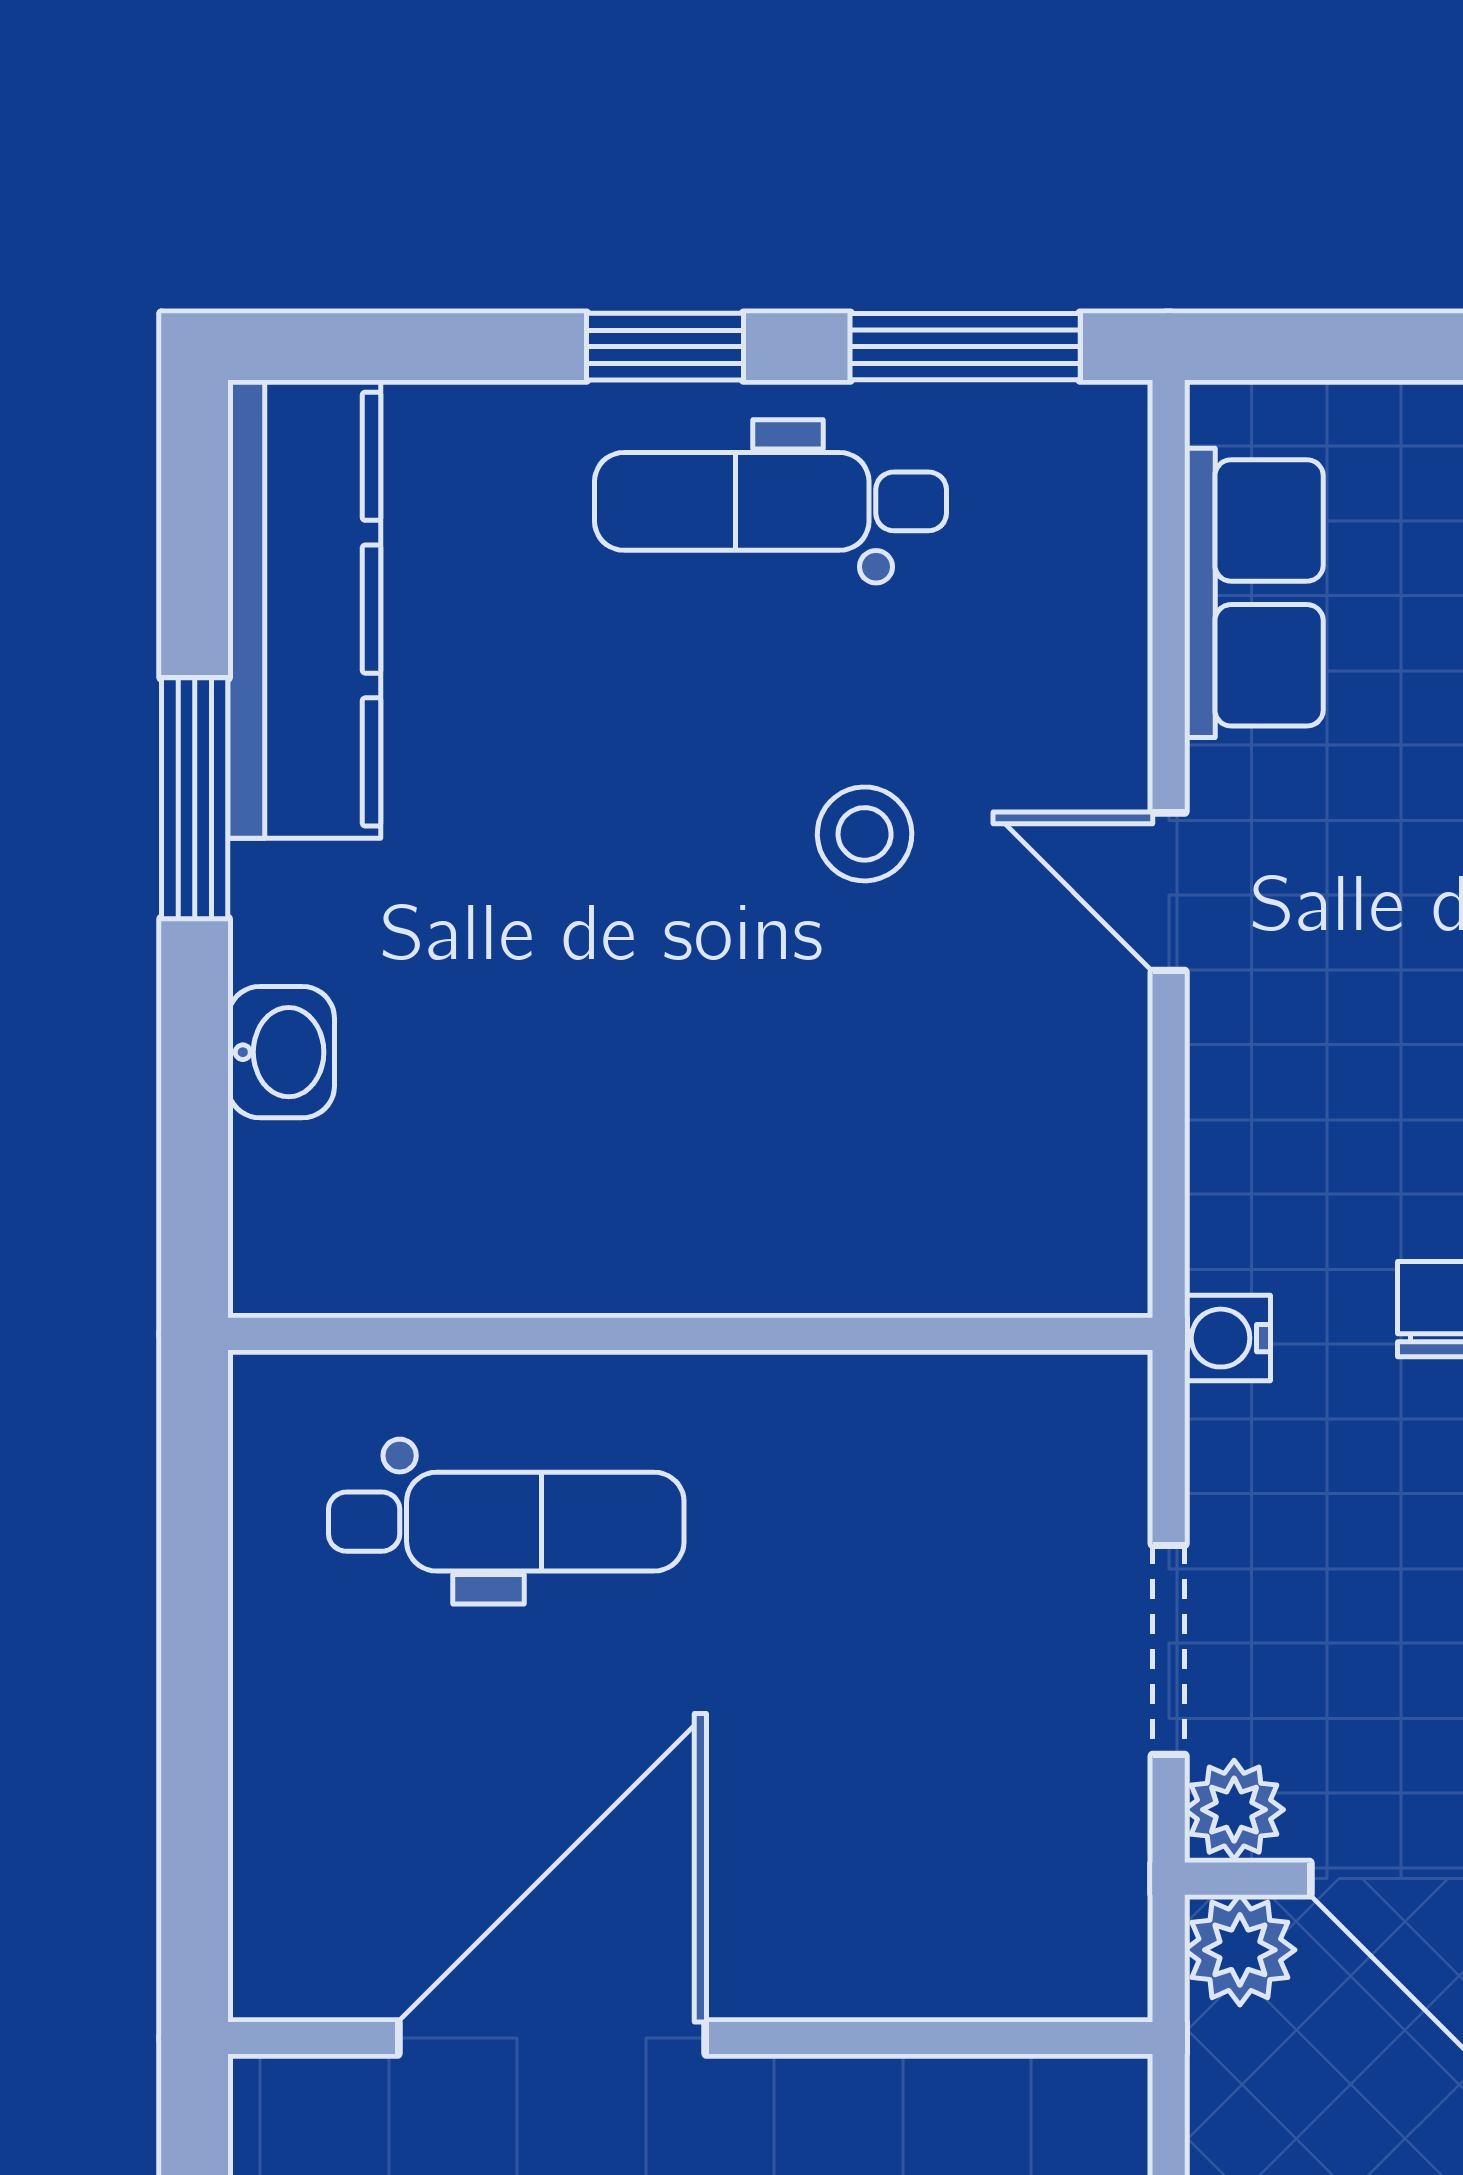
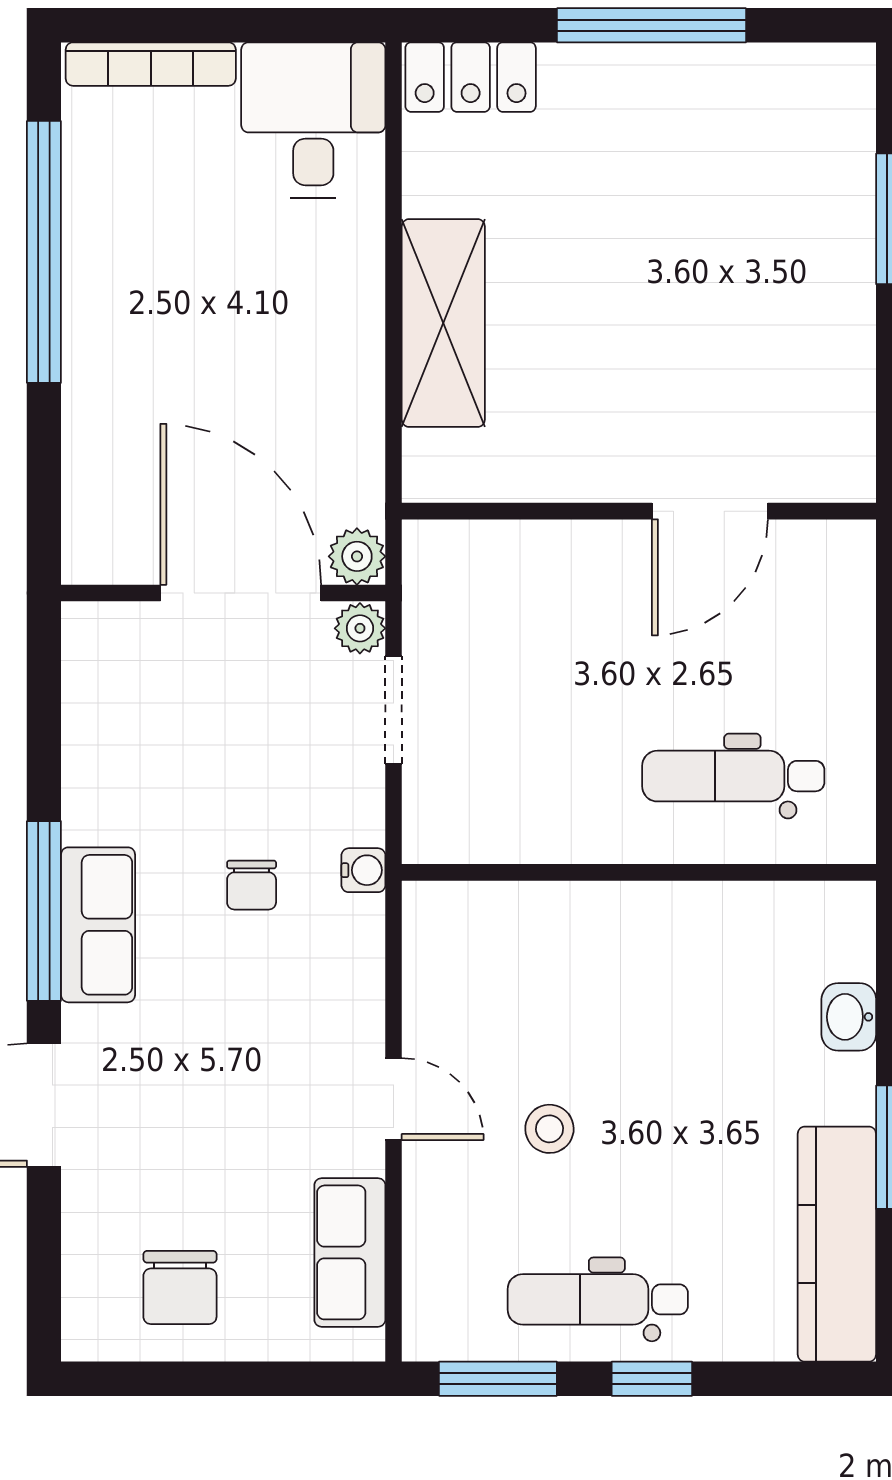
dental chair: (770, 501) -> (598, 1299), turned 180
door: (552, 2038) -> (710, 511), width x0.73

